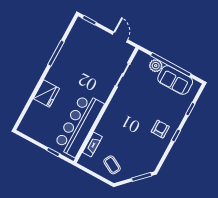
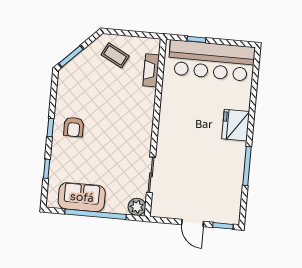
door: (120, 37) -> (193, 223), moved
plant: (156, 66) -> (137, 207), moved
fridge: (46, 94) -> (236, 125), moved
bar counter: (79, 125) -> (211, 61), moved, turned 90

